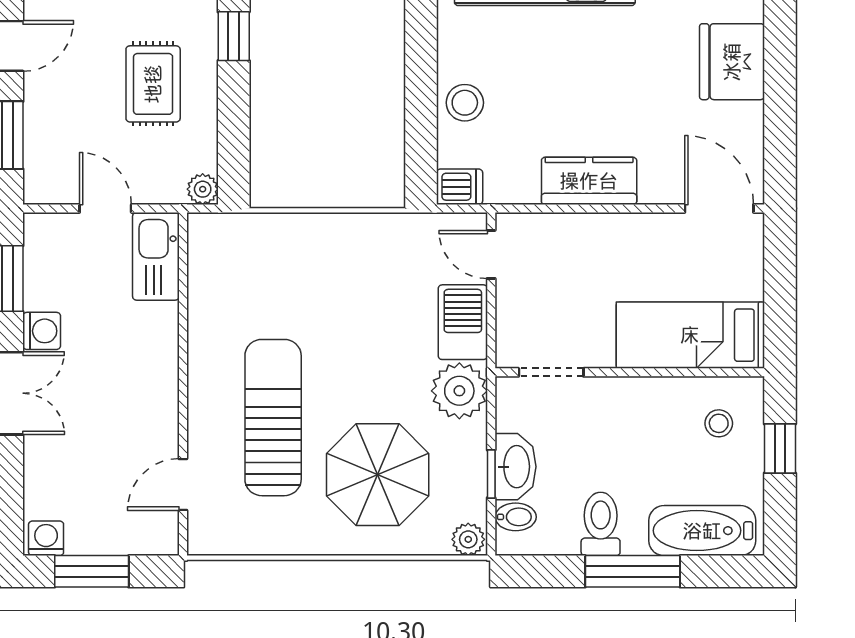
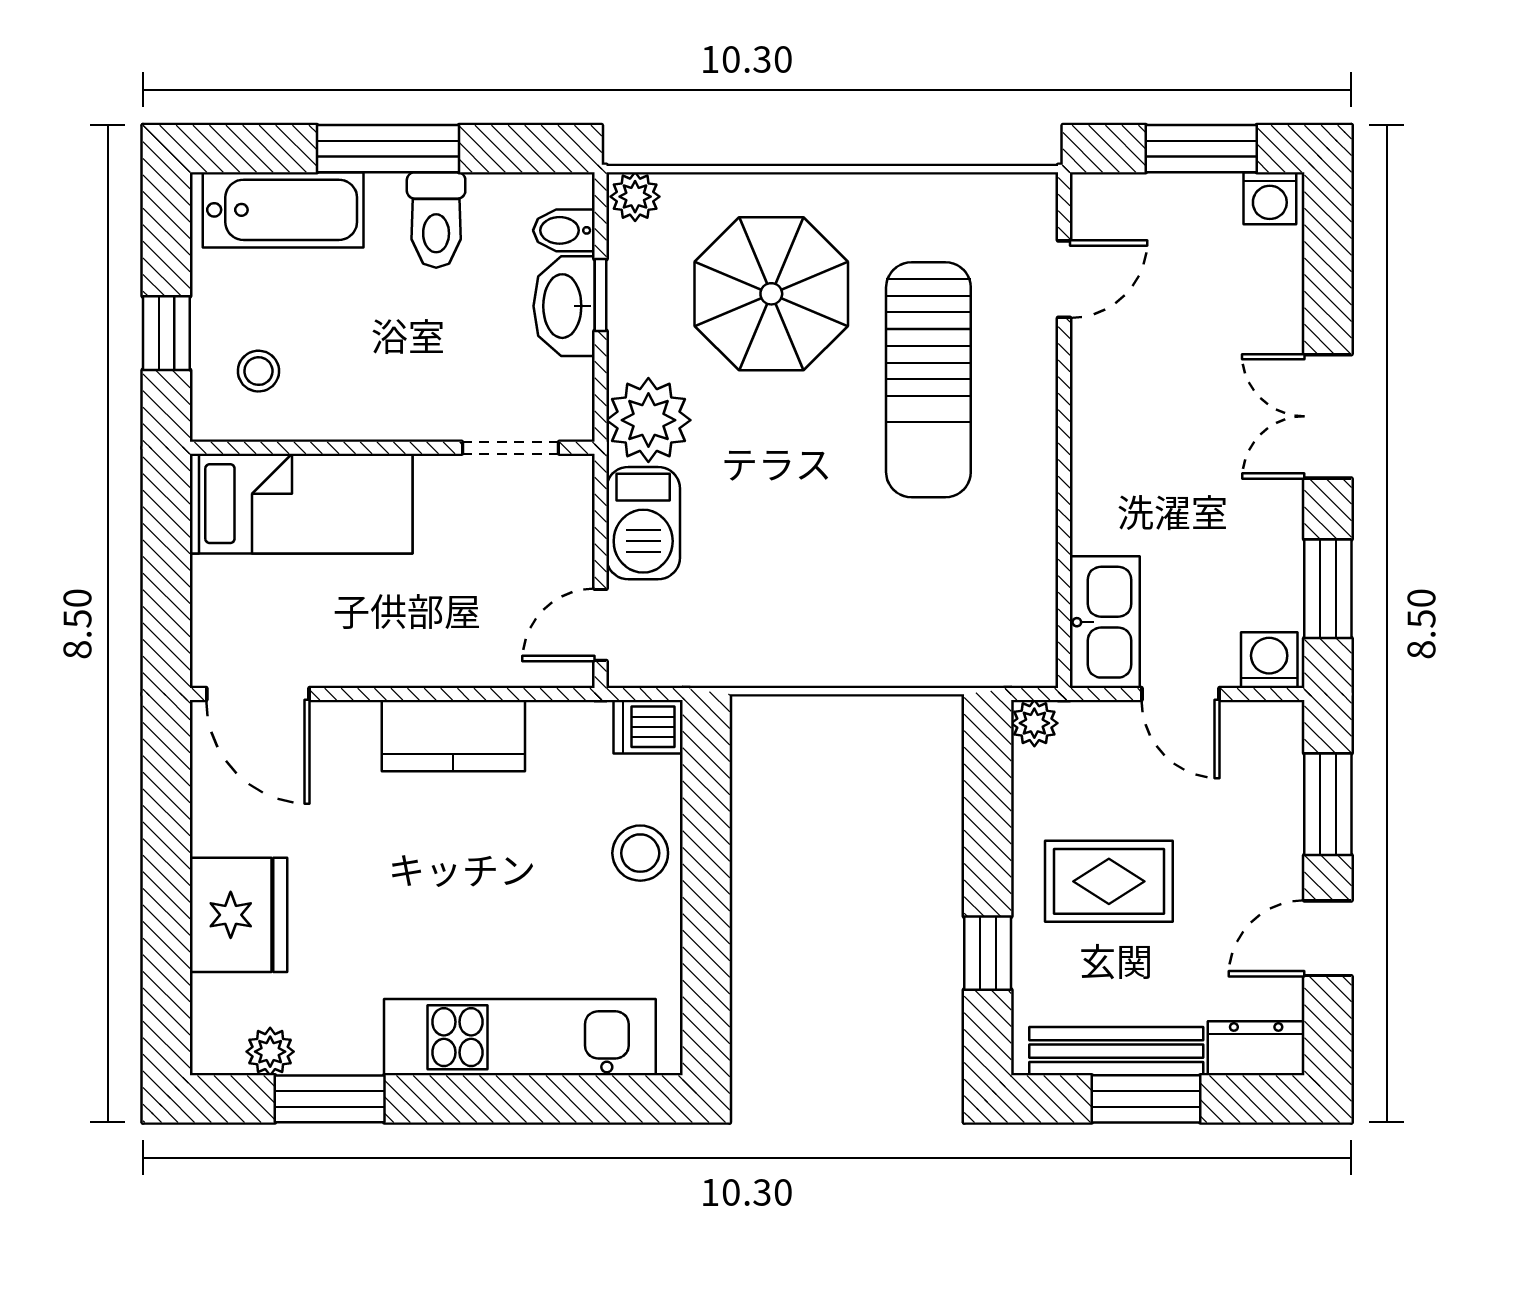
rug: (153, 84) -> (1109, 881), turned 90
door: (491, 254) -> (601, 625), swing flipped
washing machine: (42, 331) -> (1269, 660), moved, turned 90

